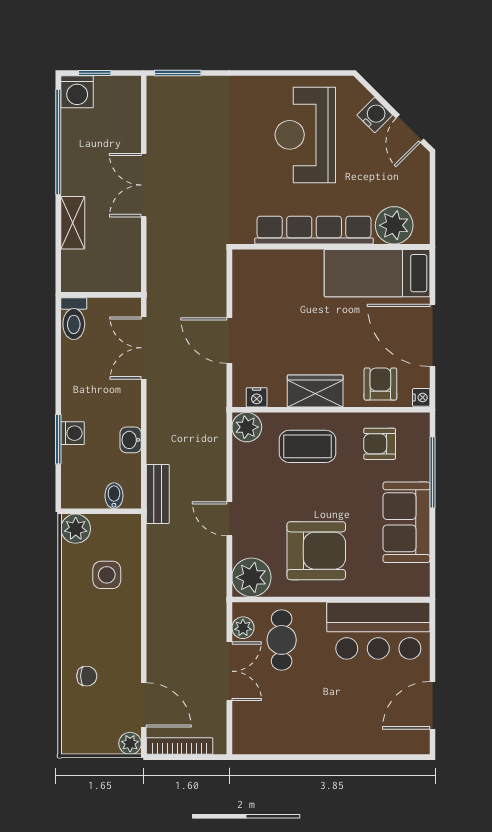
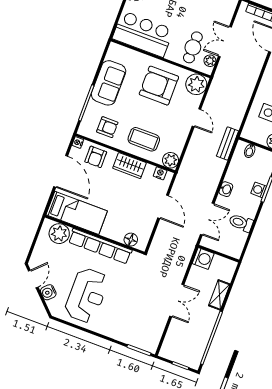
washing machine: (77, 92) -> (203, 259), moved, turned 90
floor lamp: (265, 262) -> (131, 240), added
toilet: (74, 319) -> (241, 223), moved, turned -90
washbasin: (131, 440) -> (226, 189), moved

